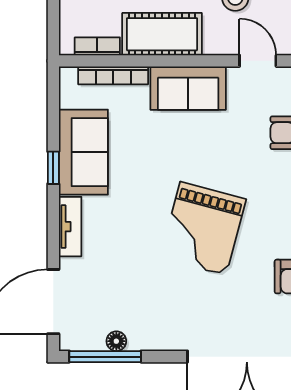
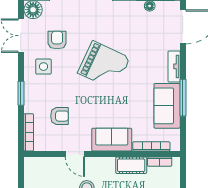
cot: (162, 34) -> (131, 165), width x0.73, depth x0.75
window: (53, 168) -> (183, 98), width x2.17
grand piano: (203, 228) -> (104, 65), turned 100

